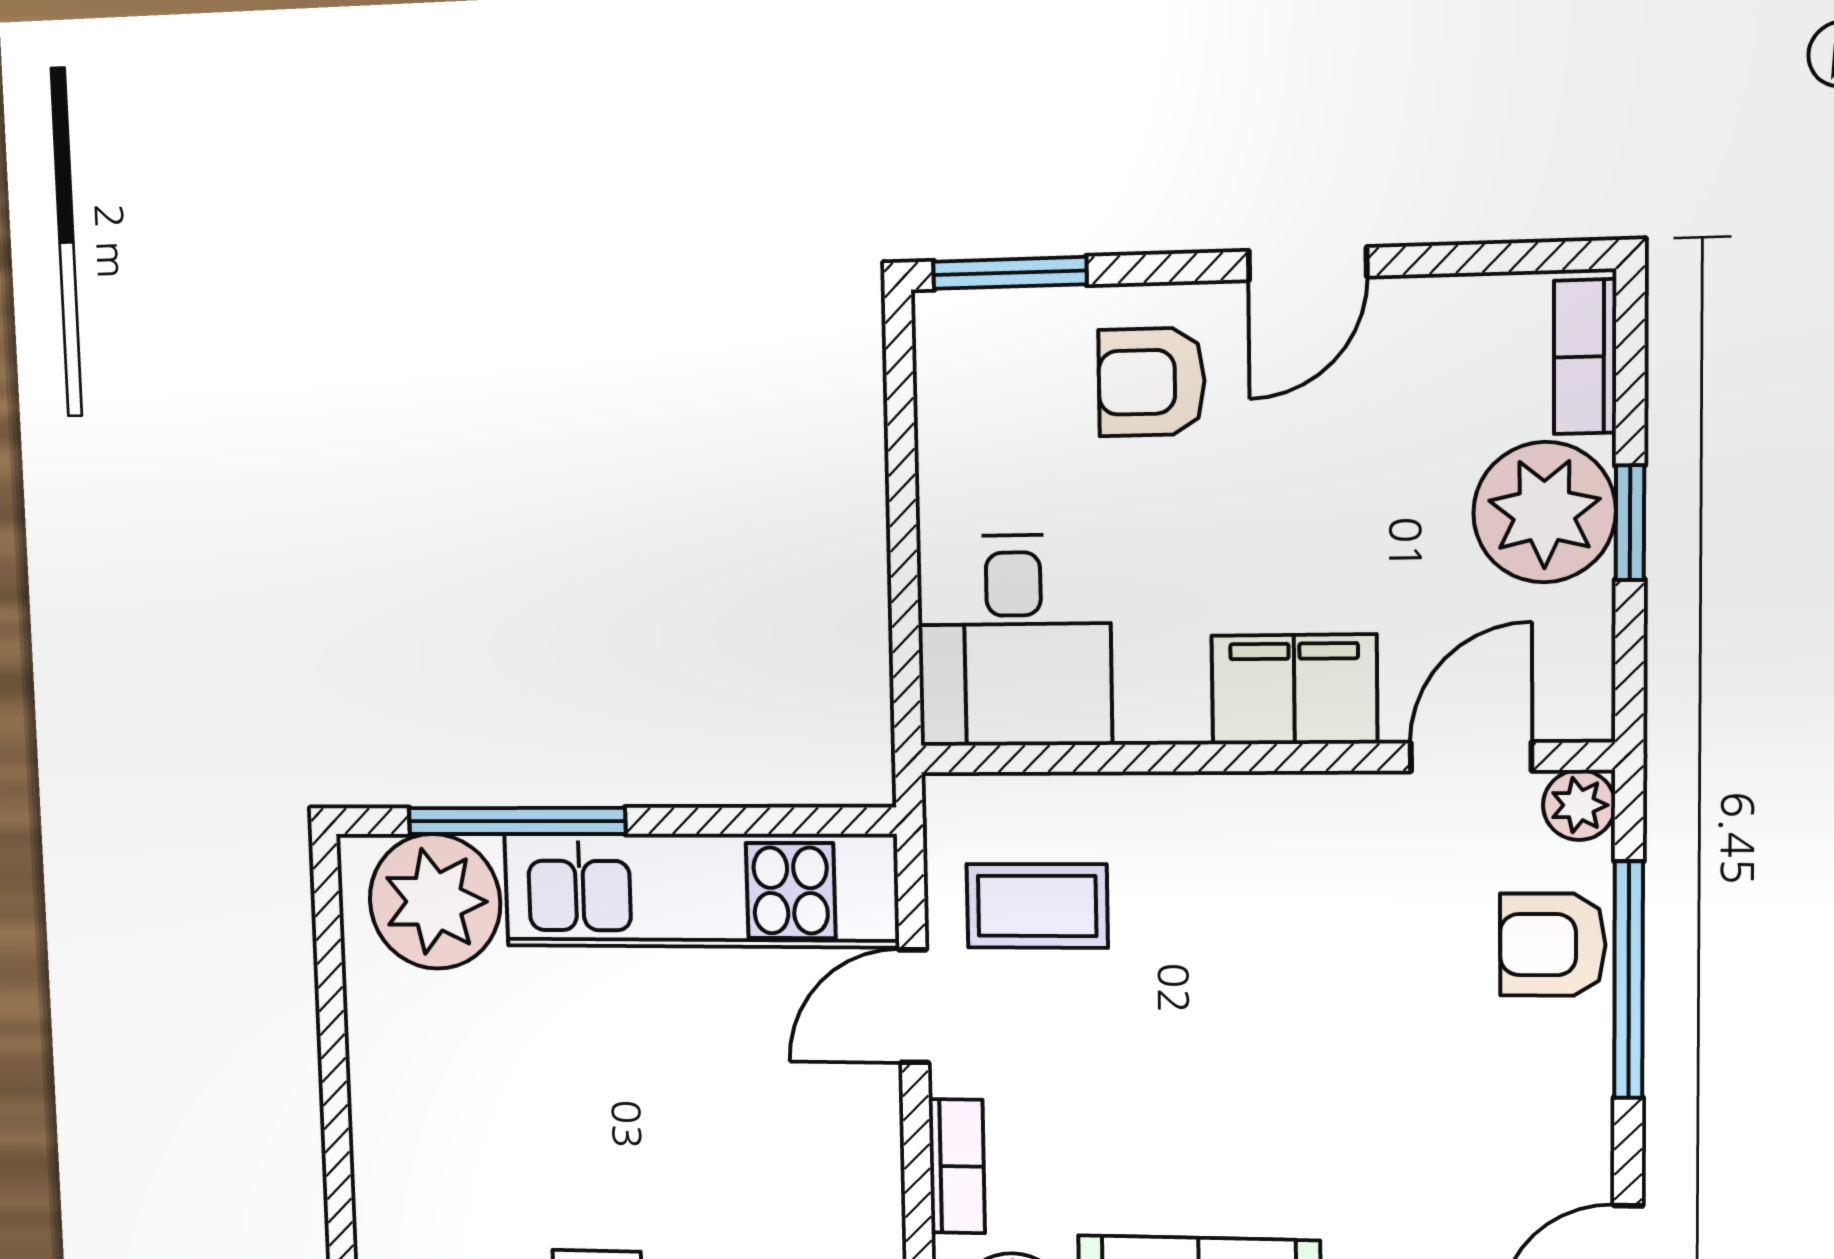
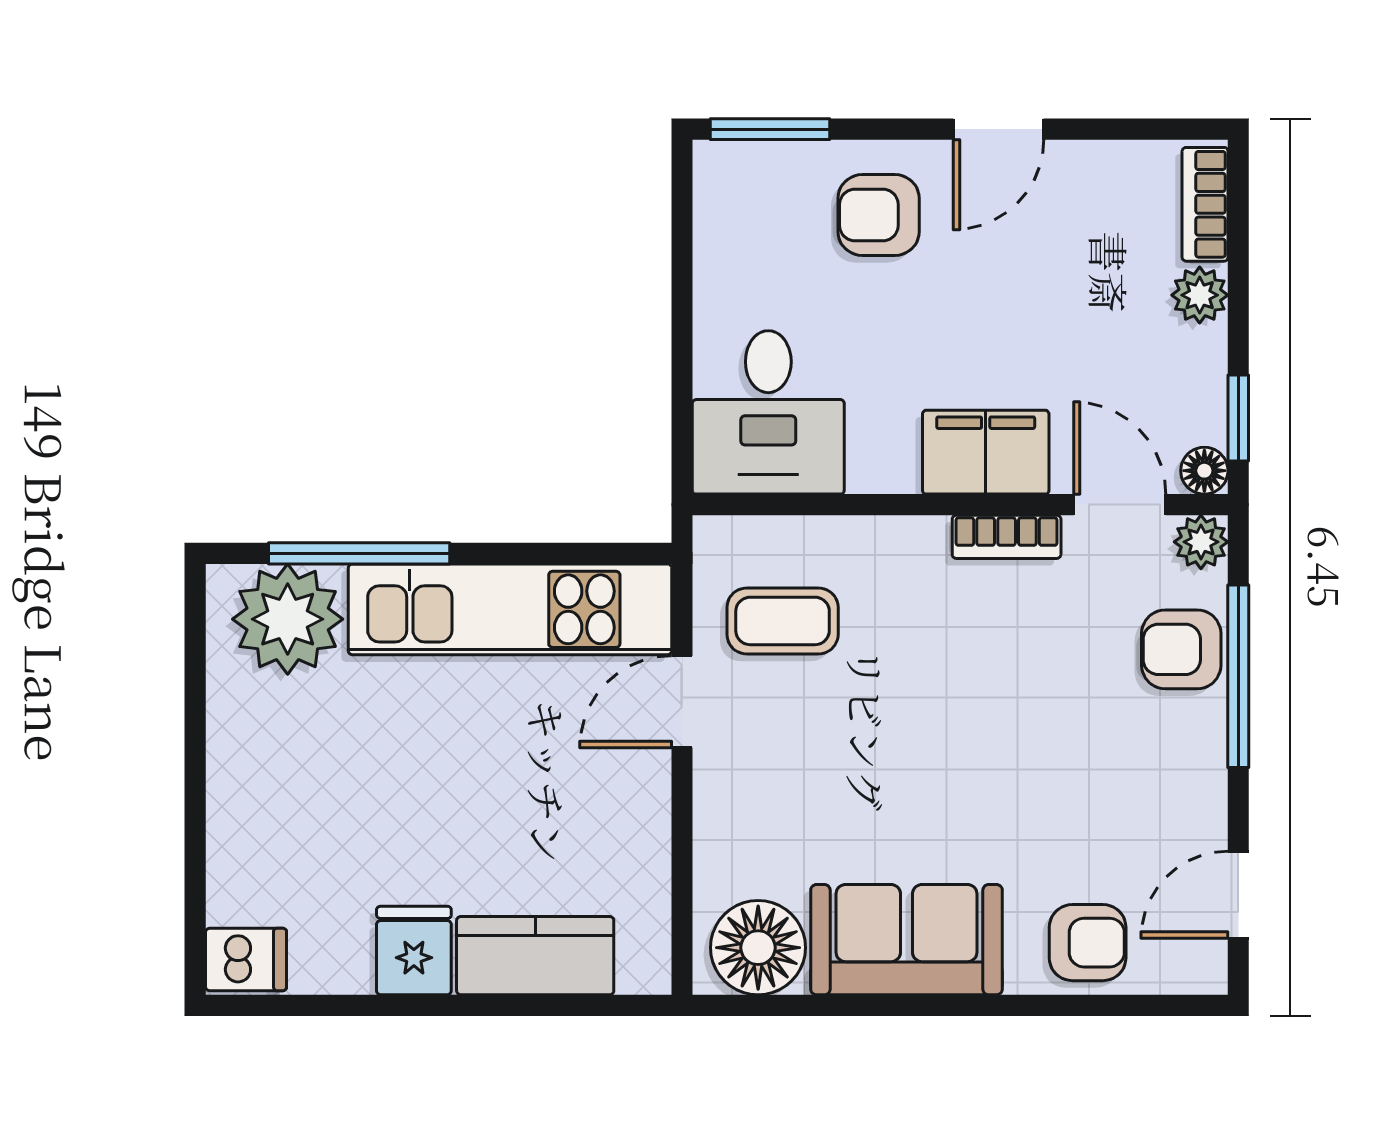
plant: (1544, 512) -> (1200, 295), width x0.53, depth x0.53
window: (1630, 523) -> (1238, 418), moved
floor lamp: (1584, 712) -> (1204, 471), added
door: (1471, 757) -> (1120, 505), hinge flipped
bookcase: (957, 1166) -> (1007, 537), moved, turned 90

